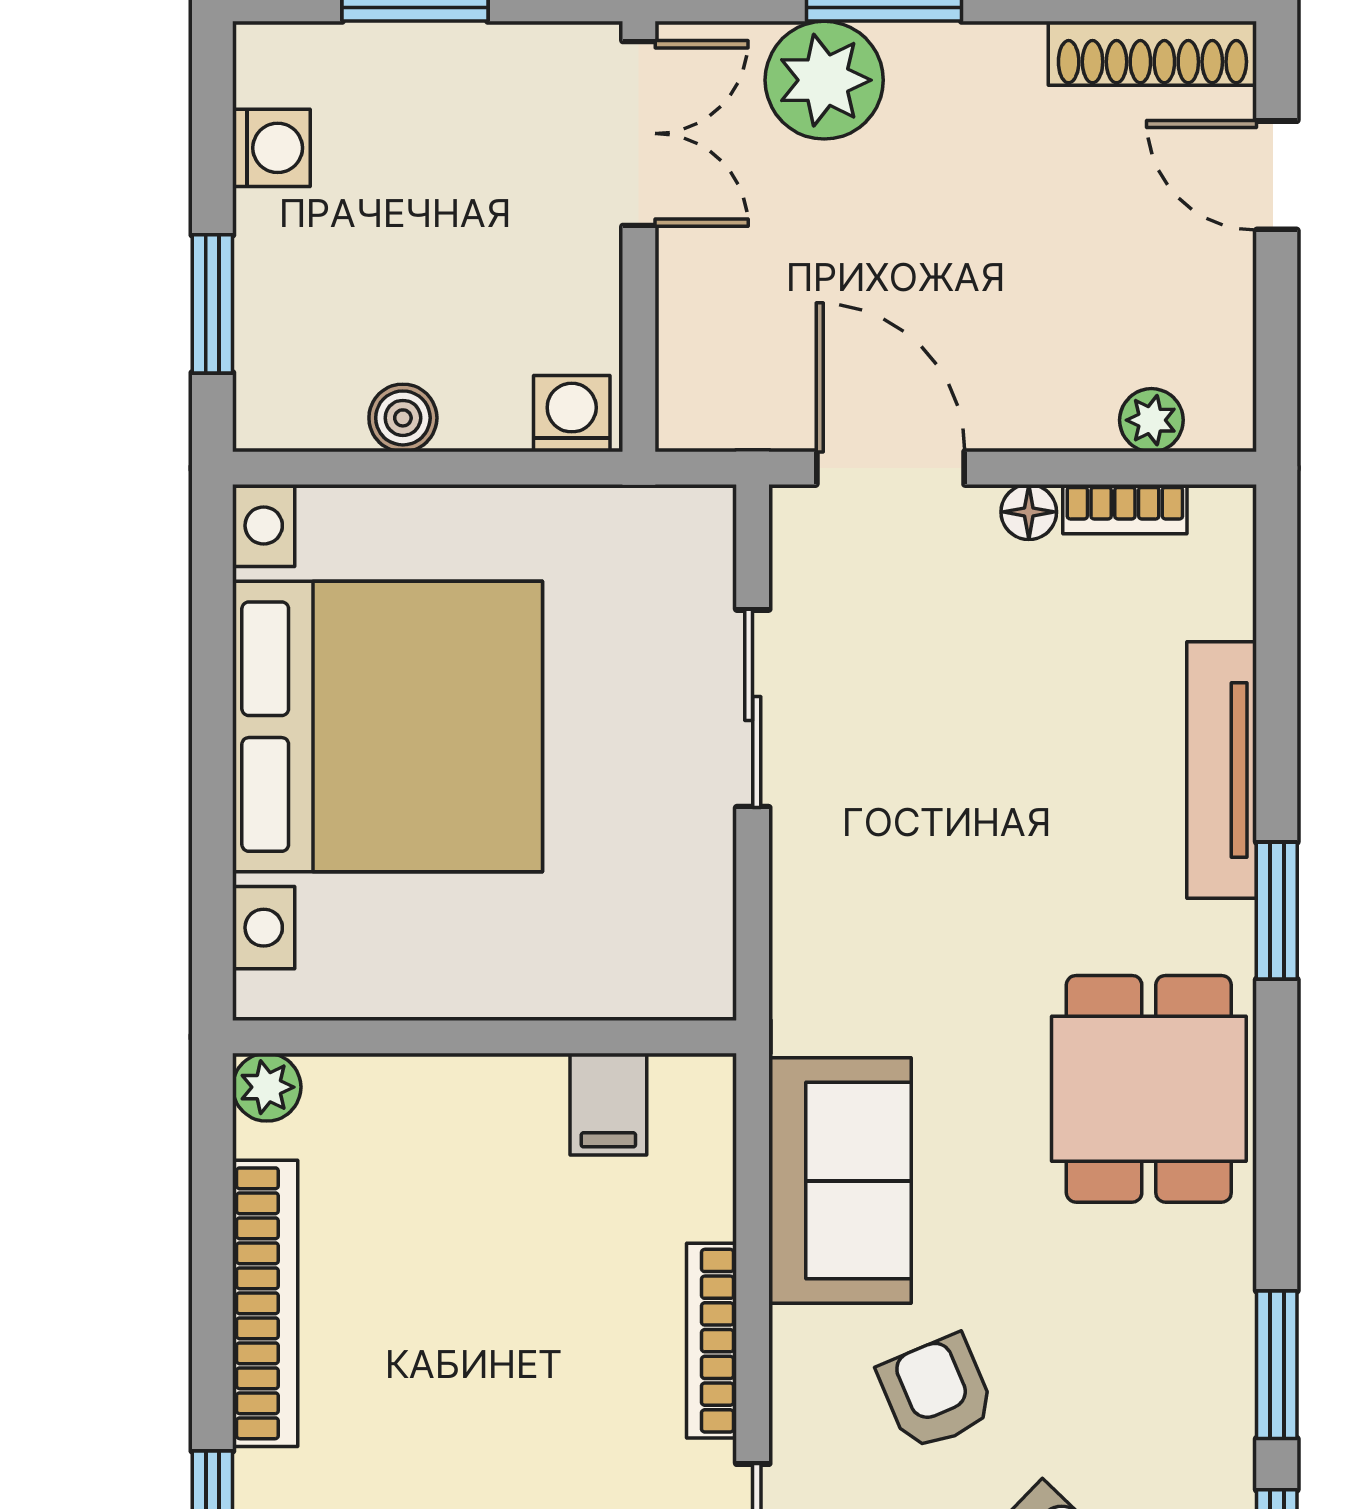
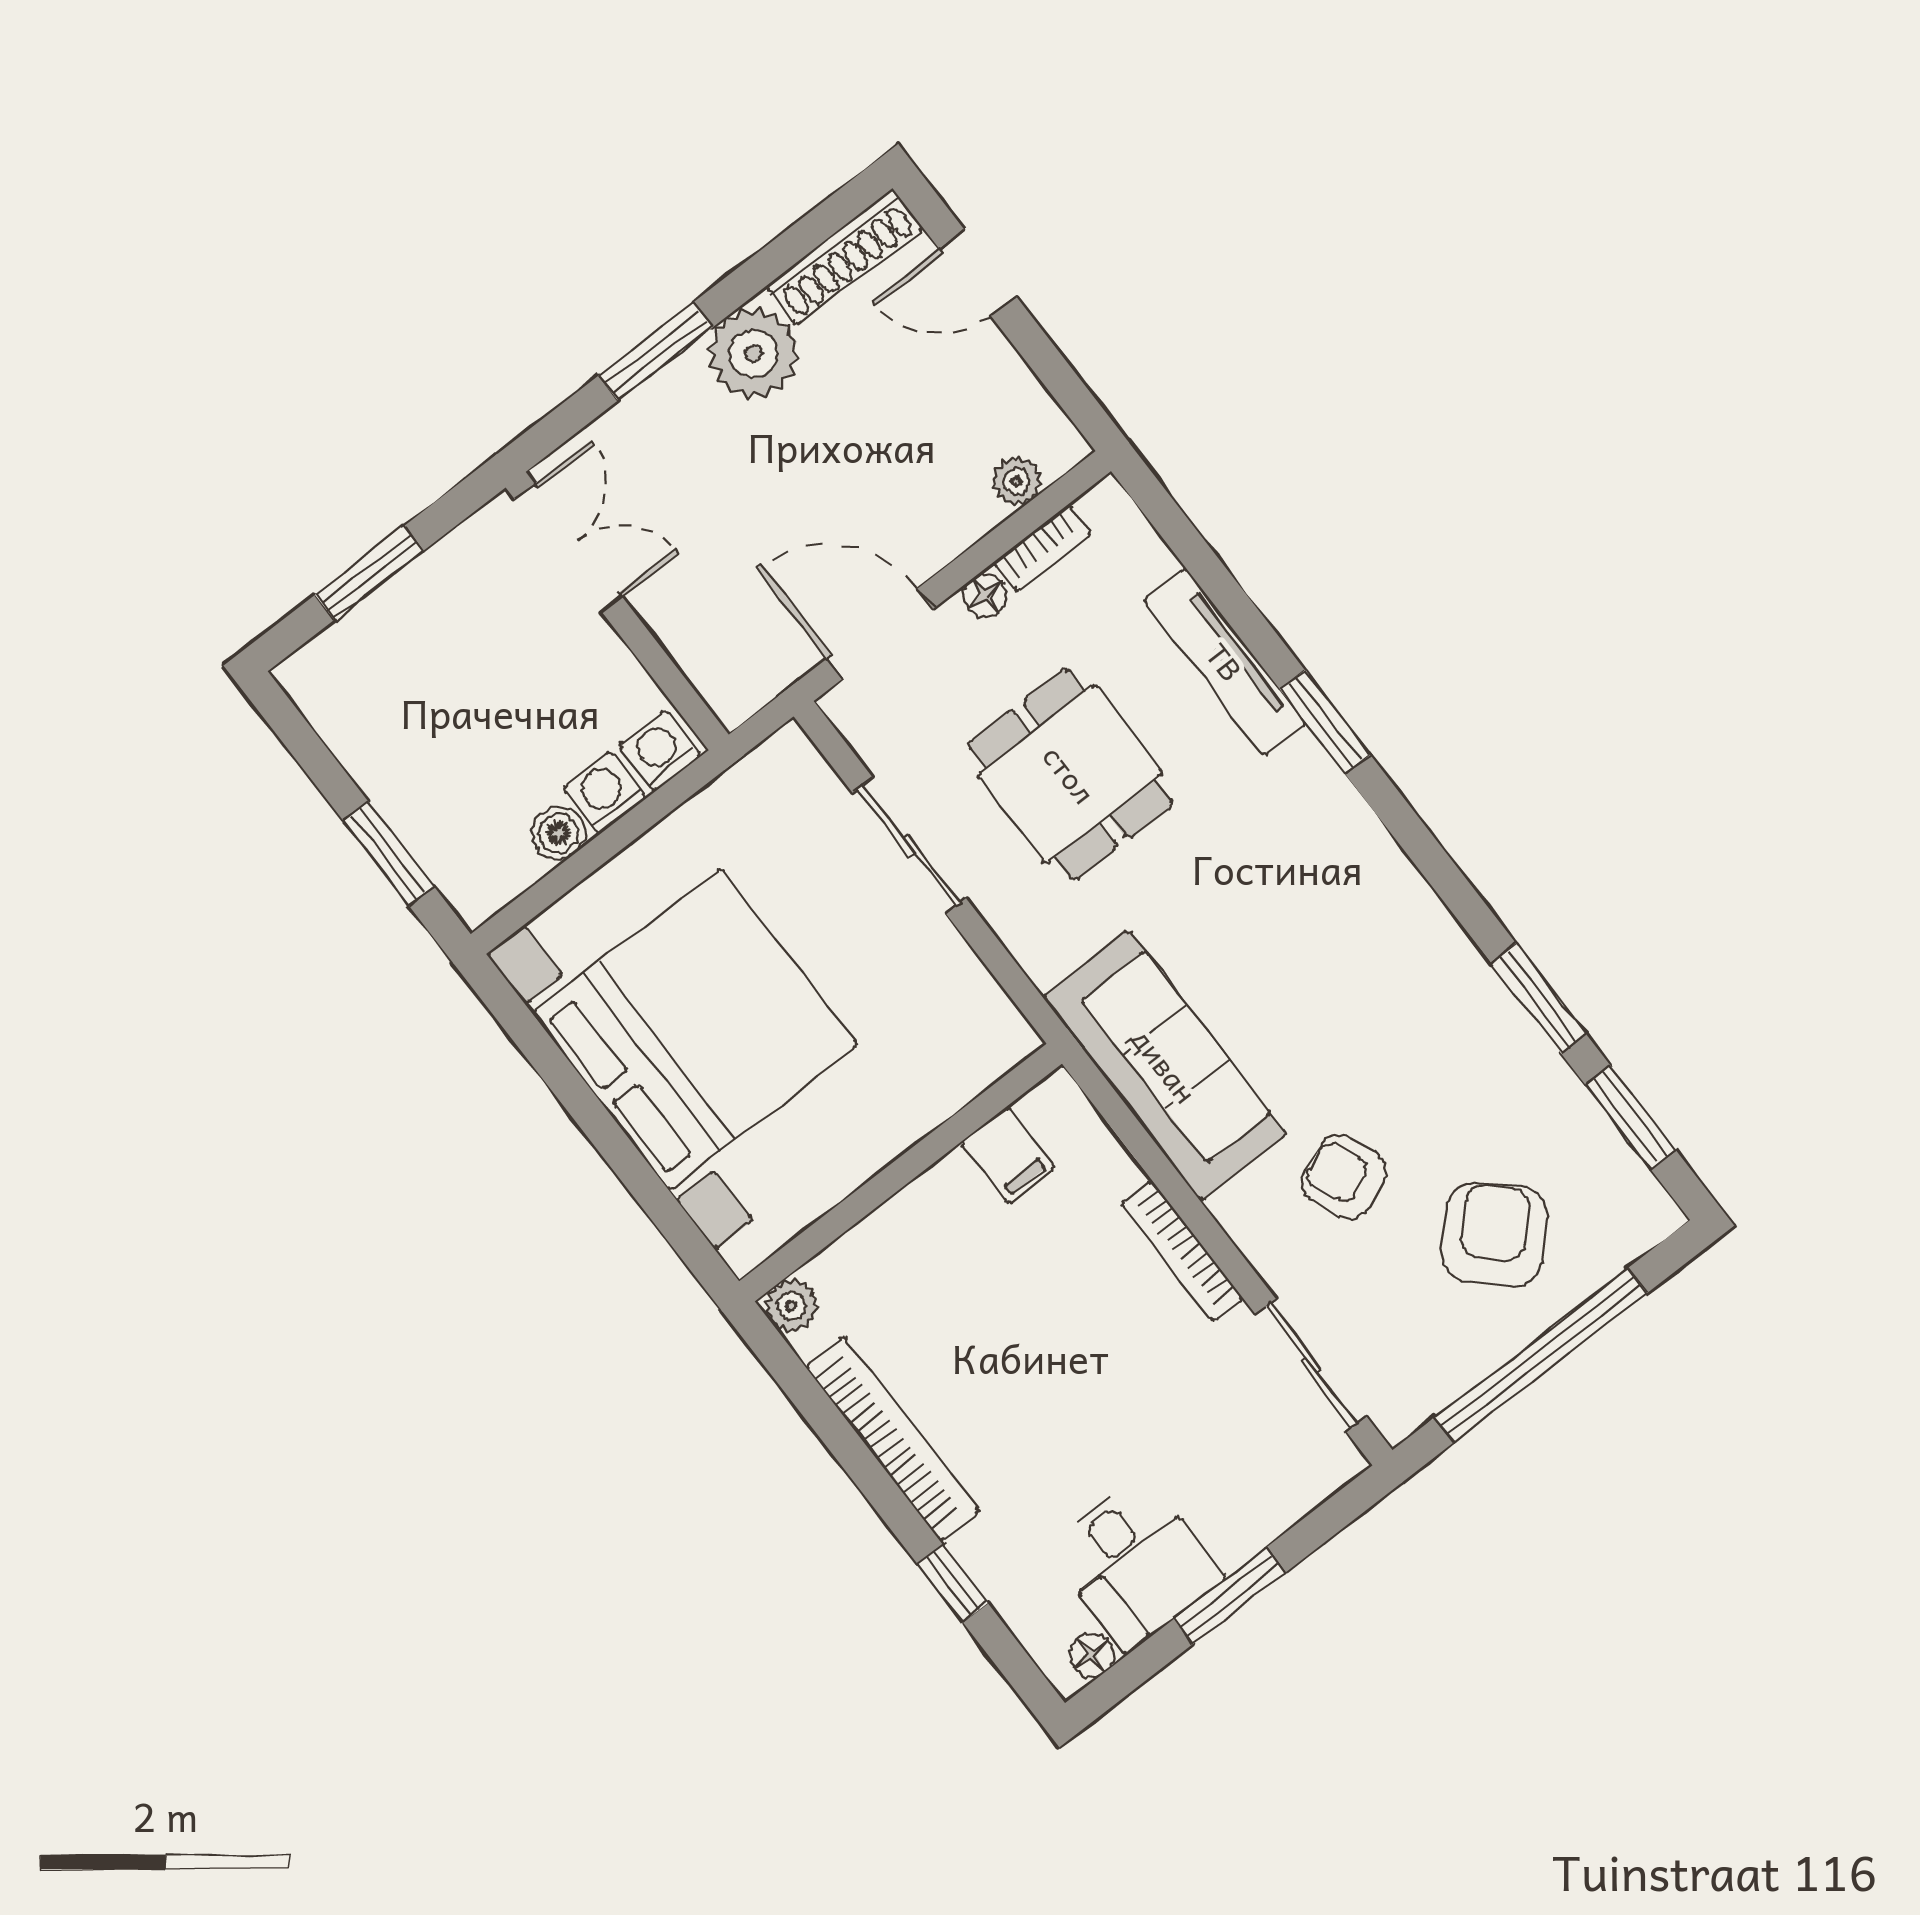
plant: (824, 80) -> (753, 353), moved
washing machine: (271, 148) -> (605, 793), moved, turned -90
dining table: (1149, 1089) -> (1070, 774), moved
sofa: (840, 1181) -> (1165, 1065), width x1.36

